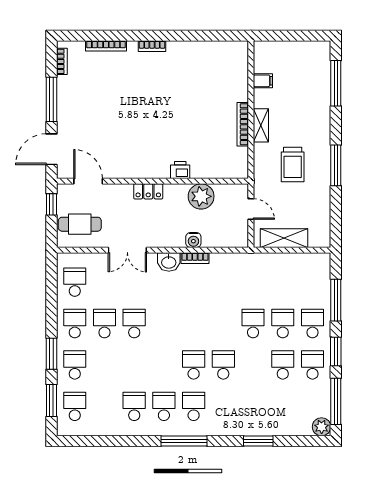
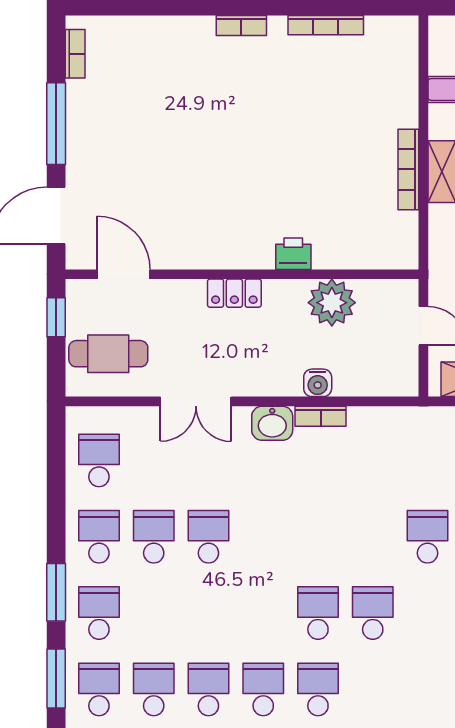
bookcase: (106, 46) -> (326, 25), moved
school desk: (104, 406) -> (154, 689), added

